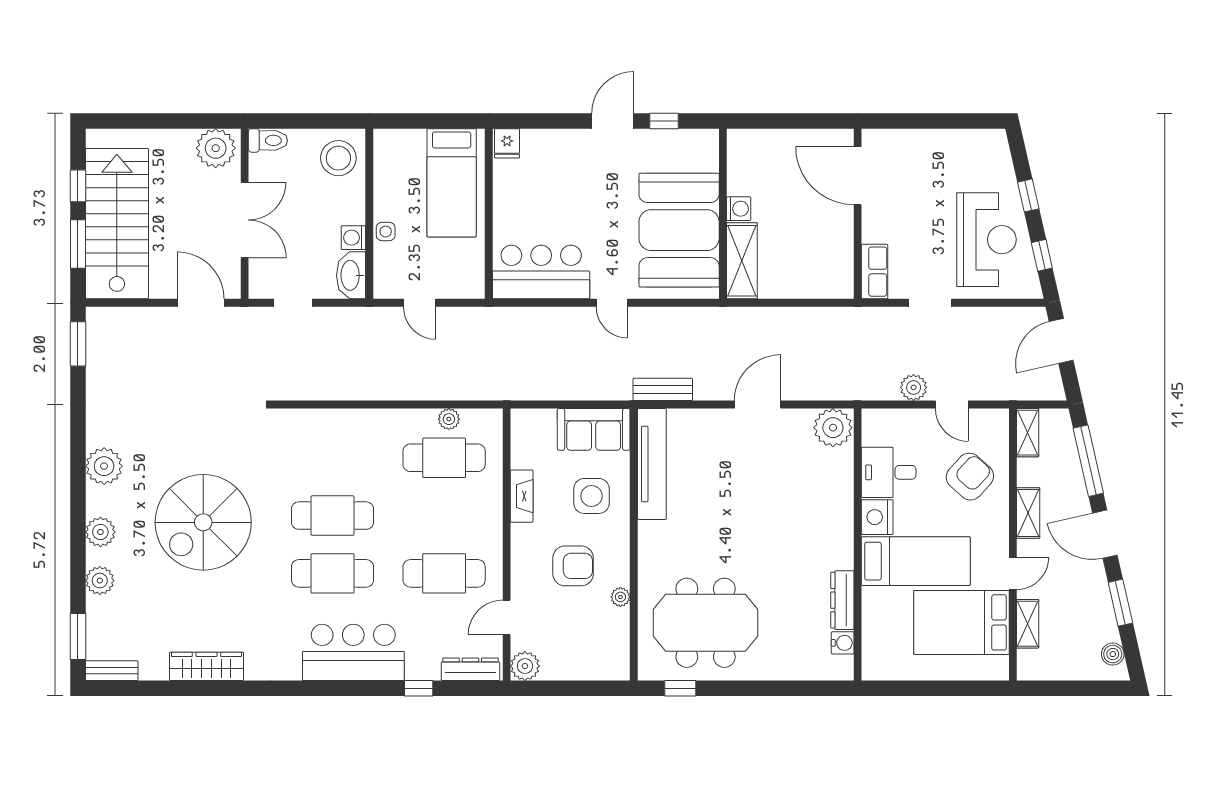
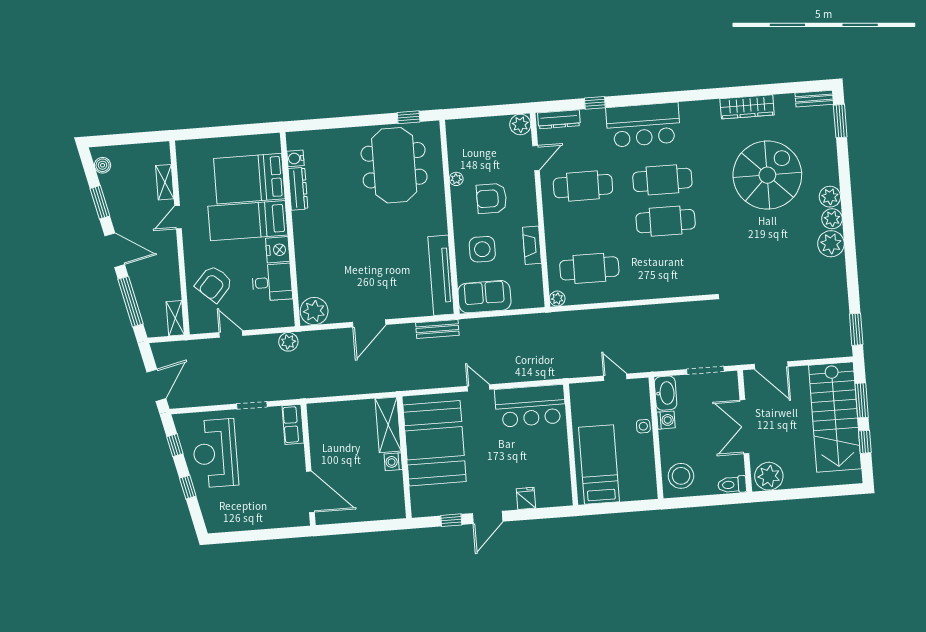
fridge: (507, 143) -> (526, 498), moved
doorway: (293, 303) -> (705, 370), width x1.38
plant: (914, 387) -> (288, 342), moved
plant: (449, 419) -> (557, 299), moved
shelving: (1028, 513) -> (171, 261), removed
spiral stairs: (203, 522) -> (767, 175), moved
plant: (100, 581) -> (832, 219), moved
bed: (961, 622) -> (249, 179), moved, turned 180
meeting table: (706, 623) -> (394, 165), turned 90

